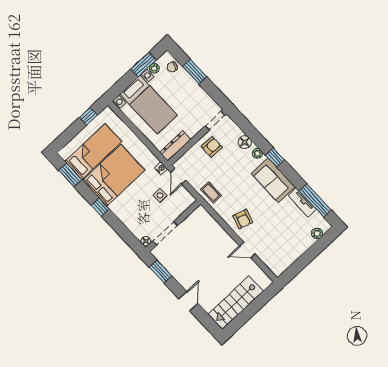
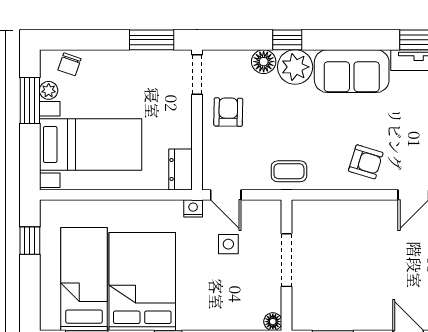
window: (195, 72) -> (152, 40), moved
dresser: (175, 146) -> (181, 169), width x0.70
plant: (257, 153) -> (295, 67), width x1.88, depth x1.88
window: (275, 157) -> (287, 40), moved
doorway: (165, 233) -> (287, 260), moved

